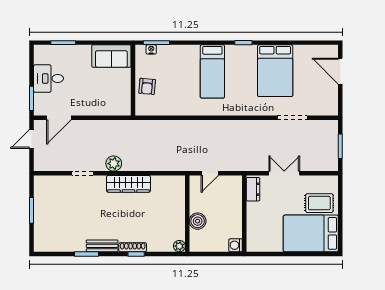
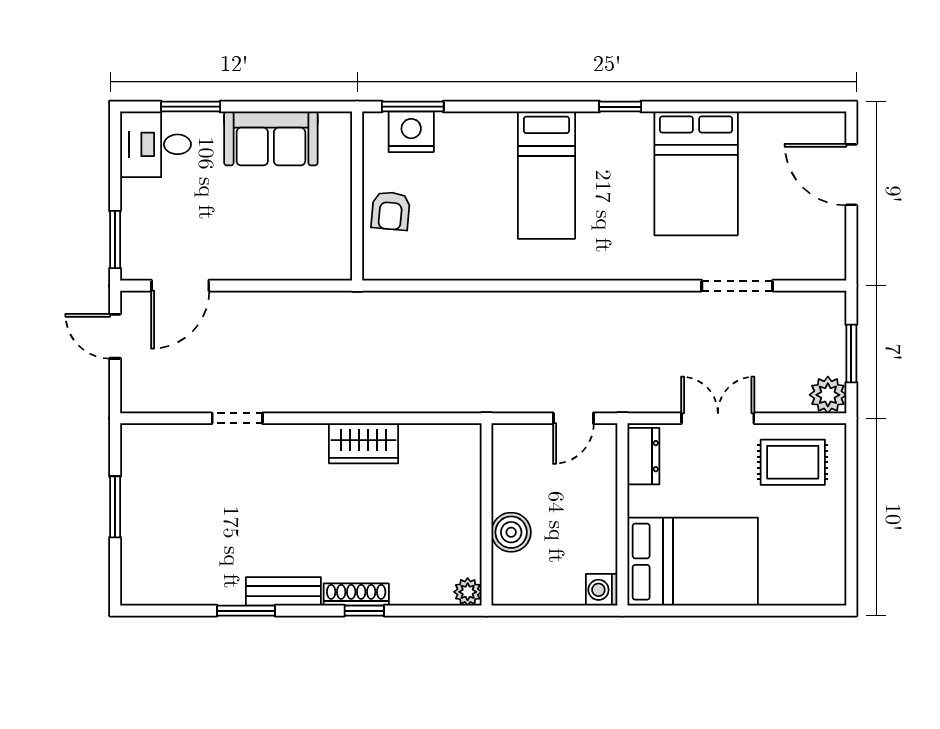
nightstand: (151, 49) -> (411, 132), width x1.89, depth x1.79
sofa: (111, 56) -> (271, 138), moved
desk: (48, 79) -> (155, 144), moved
door: (32, 139) -> (115, 336), hinge flipped
plant: (114, 164) -> (828, 395), moved
door: (210, 173) -> (573, 418), moved
wardrobe: (128, 184) -> (364, 443), width x0.67
rug: (319, 203) -> (793, 462), moved
bed: (311, 233) -> (693, 562), moved, turned 180

